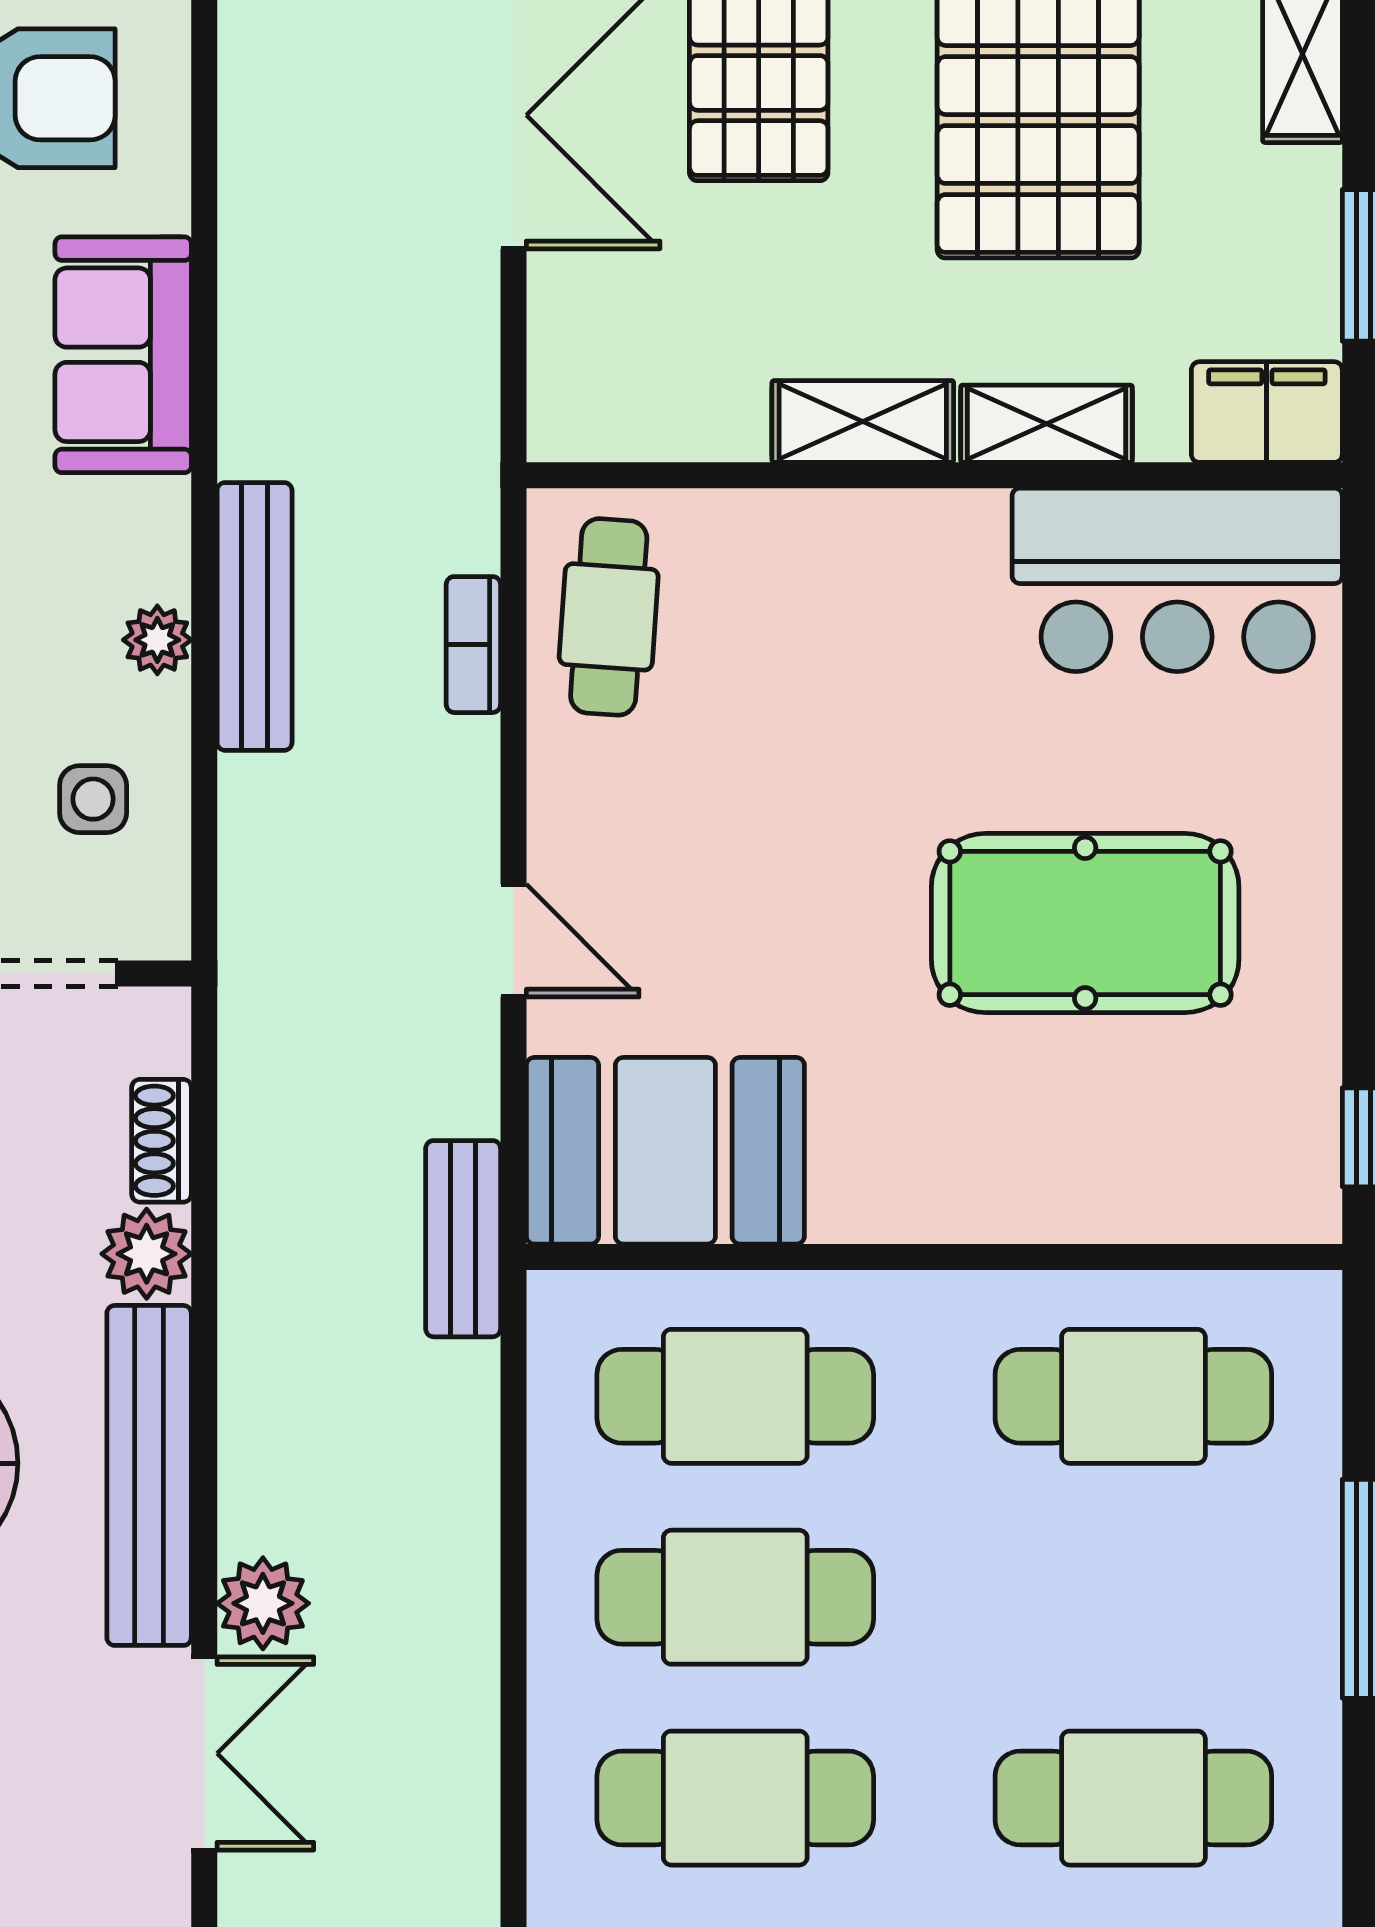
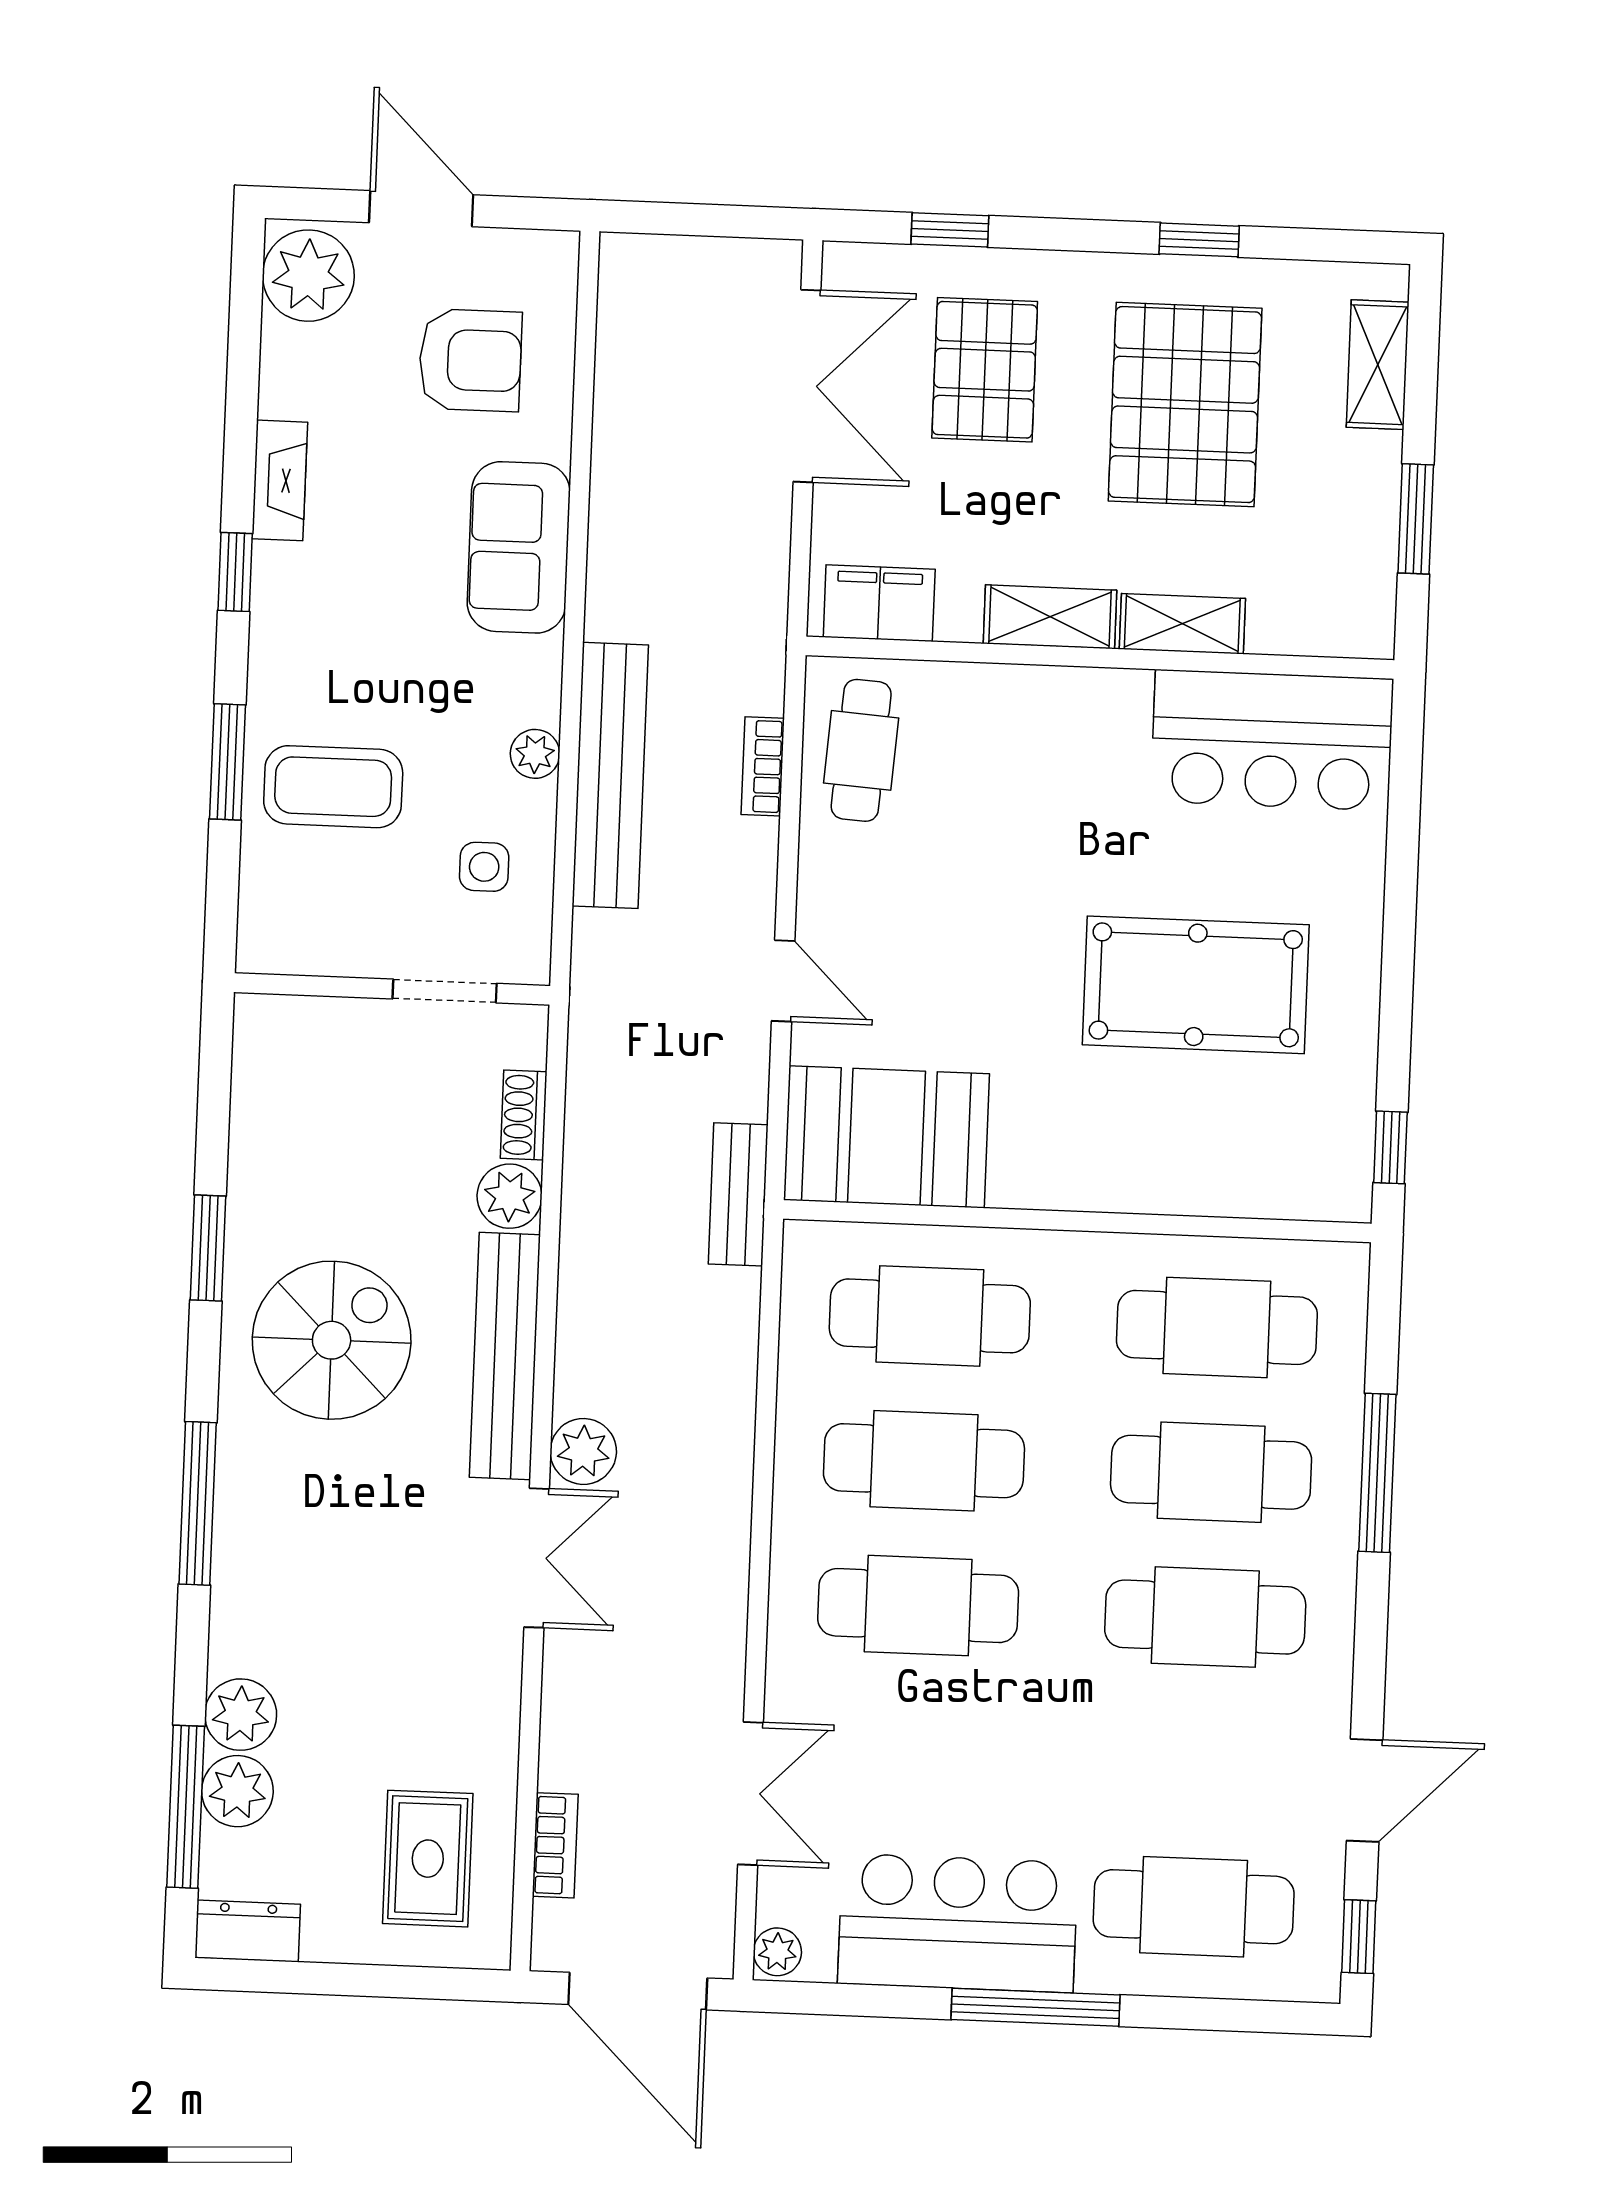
filing cabinet: (1267, 412) -> (879, 603), moved
bench: (255, 616) -> (610, 775), width x1.37, depth x1.21
cafe table: (1133, 1597) -> (1211, 1472), added

